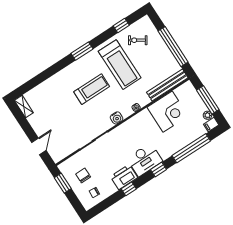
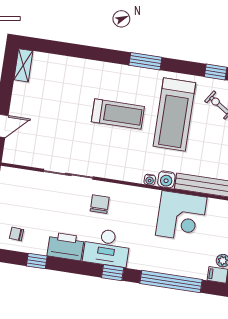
water cooler: (117, 118) -> (166, 179), moved
chair: (83, 175) -> (100, 204), moved
window: (129, 189) -> (37, 261), moved

